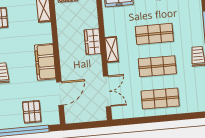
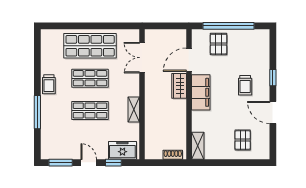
wardrobe: (93, 42) -> (179, 86), moved, turned 180
shelving: (112, 49) -> (134, 110), moved
shop shelf: (160, 99) -> (90, 46), width x1.43, depth x1.36

